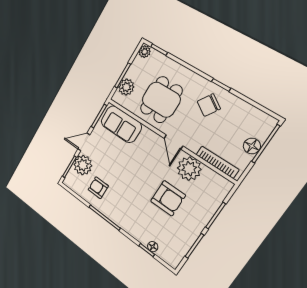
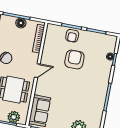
plant: (189, 169) -> (50, 54), removed
armchair: (98, 188) -> (72, 36), moved

